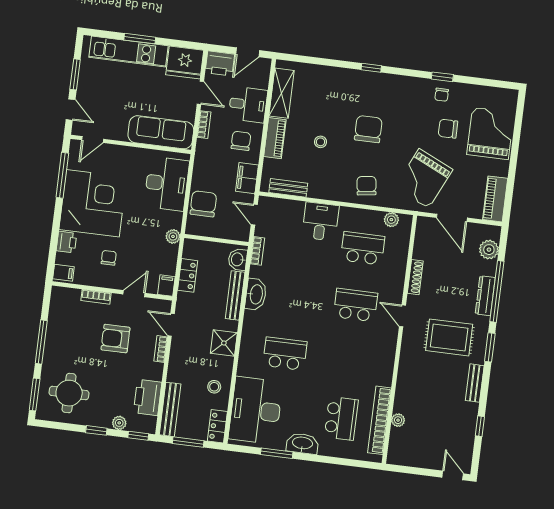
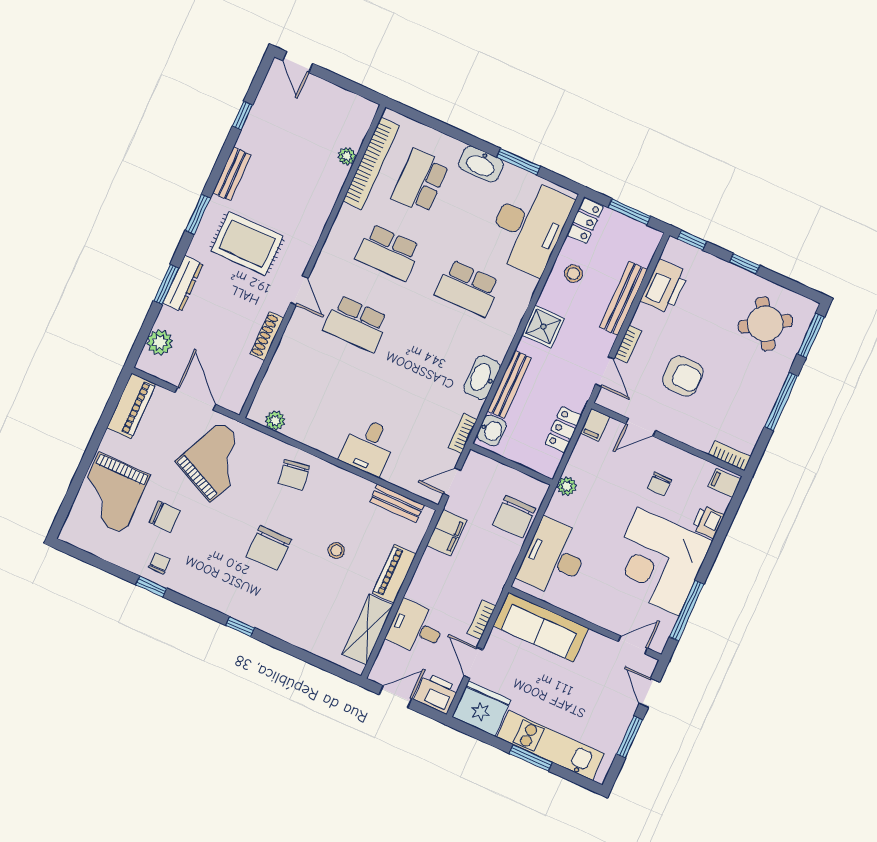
chair: (241, 141) -> (440, 584), removed
door: (254, 215) -> (452, 482), swing flipped
school desk: (363, 248) -> (388, 252), moved
window: (497, 291) -> (166, 284), width x0.47
bookcase: (96, 297) -> (730, 456), moved
round table: (69, 393) -> (765, 324), turned -32
bench: (170, 409) -> (624, 298), moved
plant: (119, 423) -> (712, 265), removed

